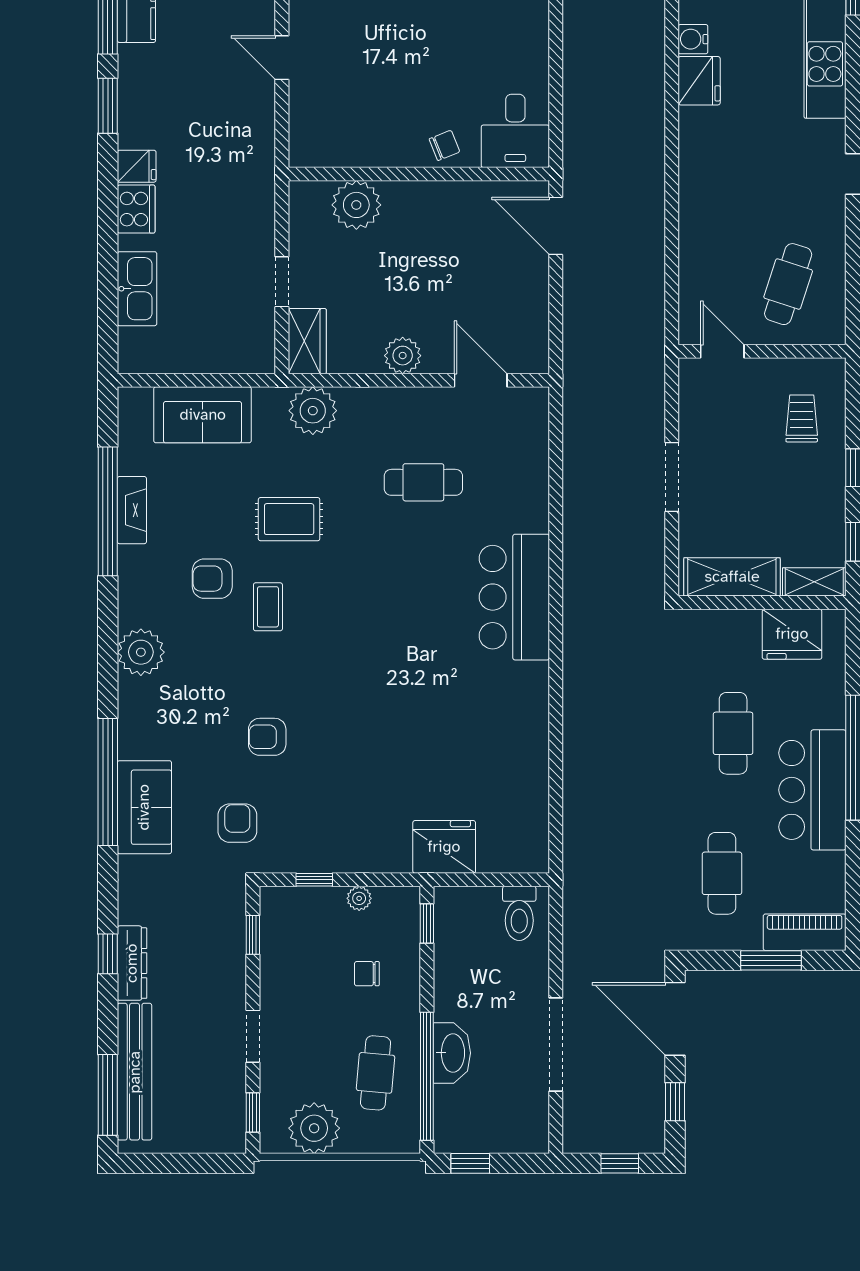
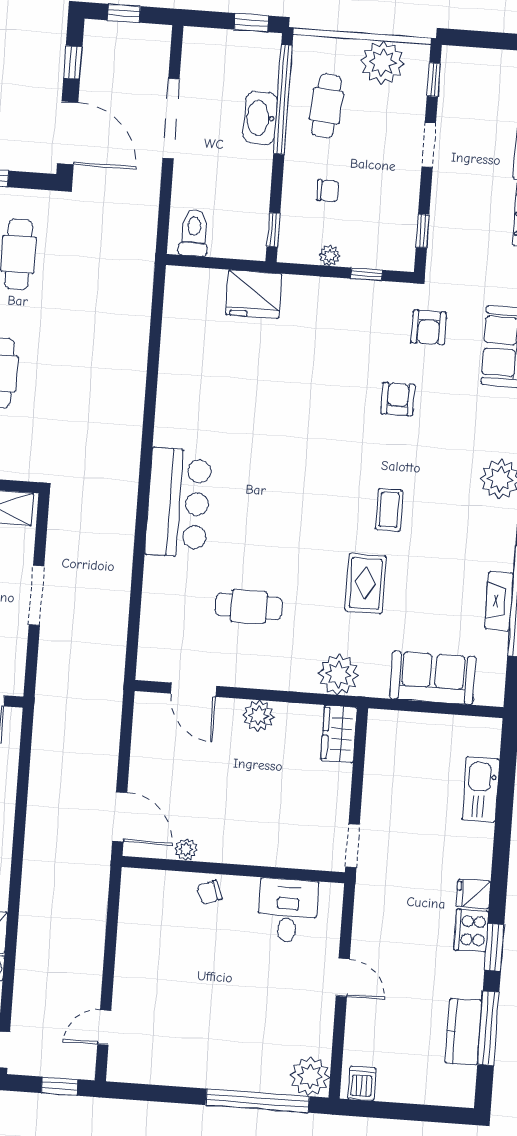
desk: (515, 131) -> (288, 911), moved
plant: (356, 205) -> (186, 849), moved, width x0.53, depth x0.53
cooker: (136, 209) -> (471, 930), moved
doorway: (282, 282) -> (352, 846), moved
rug: (289, 519) -> (366, 583), turned 90
armchair: (212, 579) -> (435, 537), removed
armchair: (267, 737) -> (398, 399), turned -90

